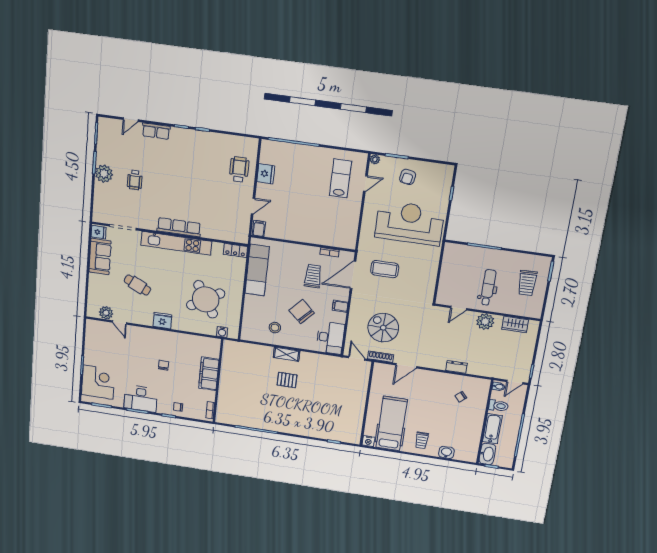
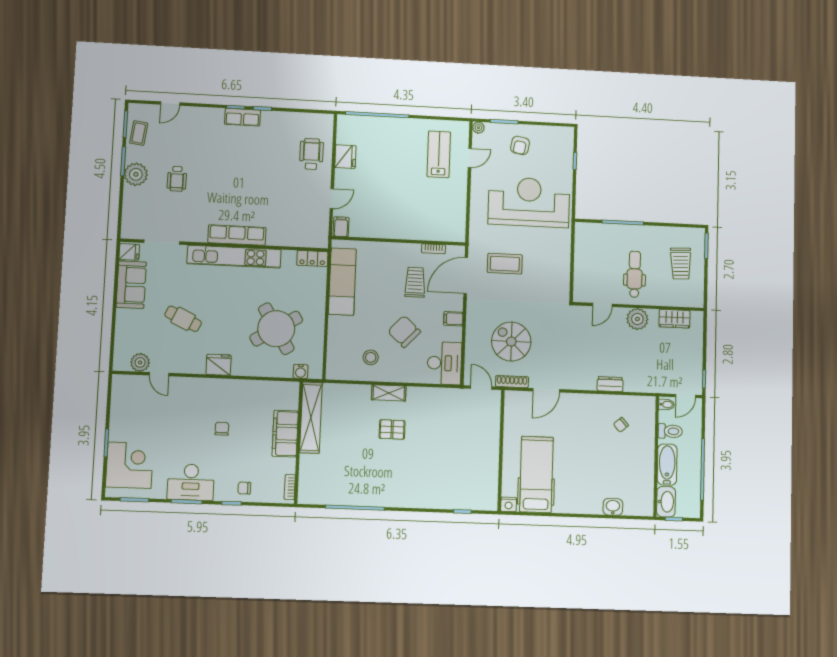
row of seats: (156, 131) -> (242, 117), moved
coffee table: (106, 141) -> (139, 133), added
shelving: (228, 365) -> (311, 418), added
trolley: (422, 440) -> (579, 494), removed

